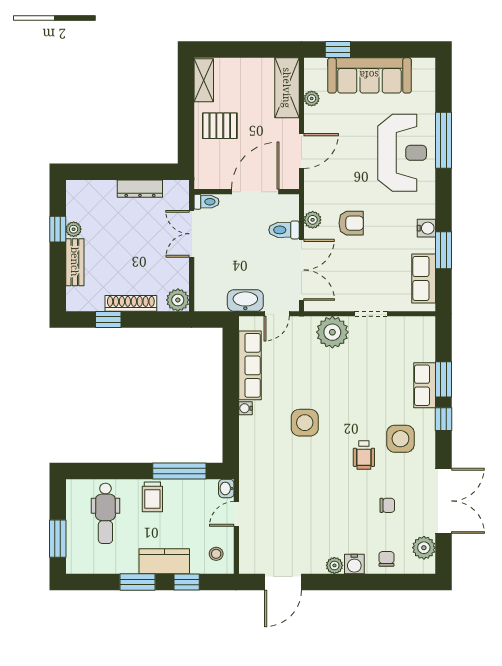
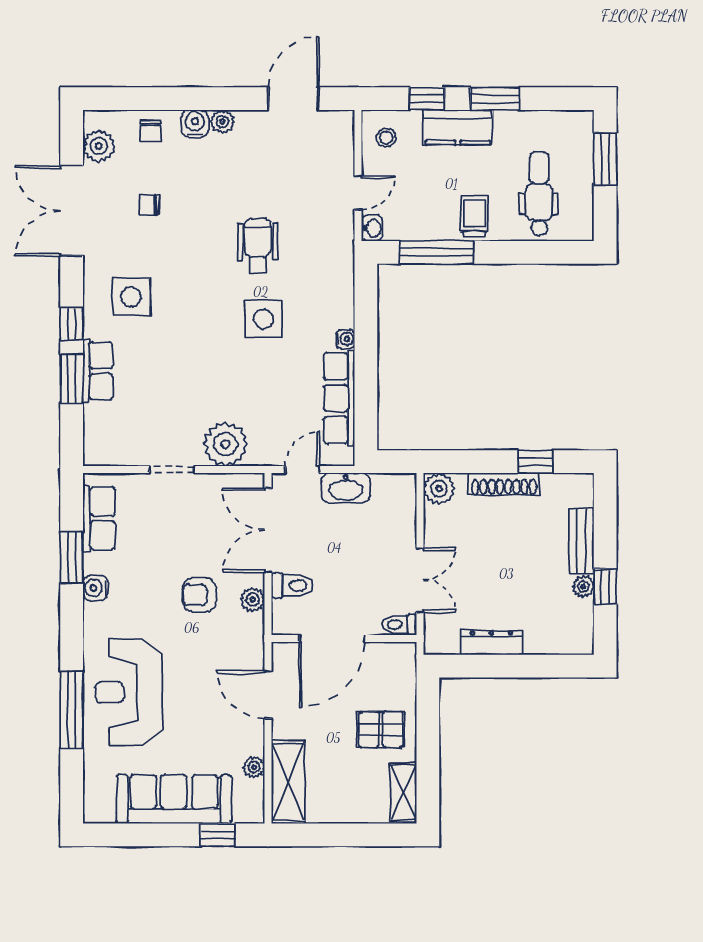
door: (301, 151) -> (268, 695), hinge flipped
wheelchair: (364, 455) -> (258, 246), moved, width x1.36, depth x1.37

